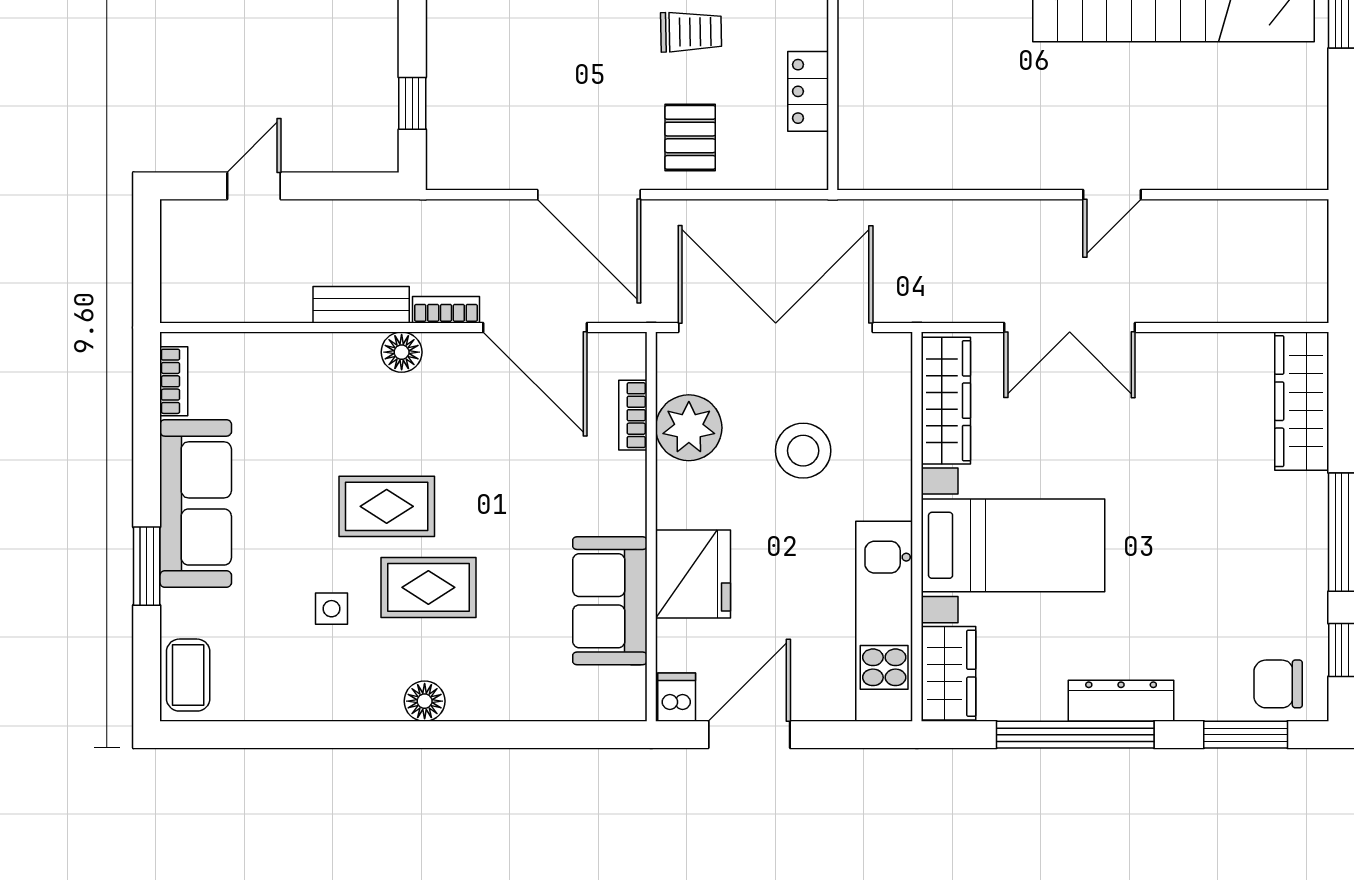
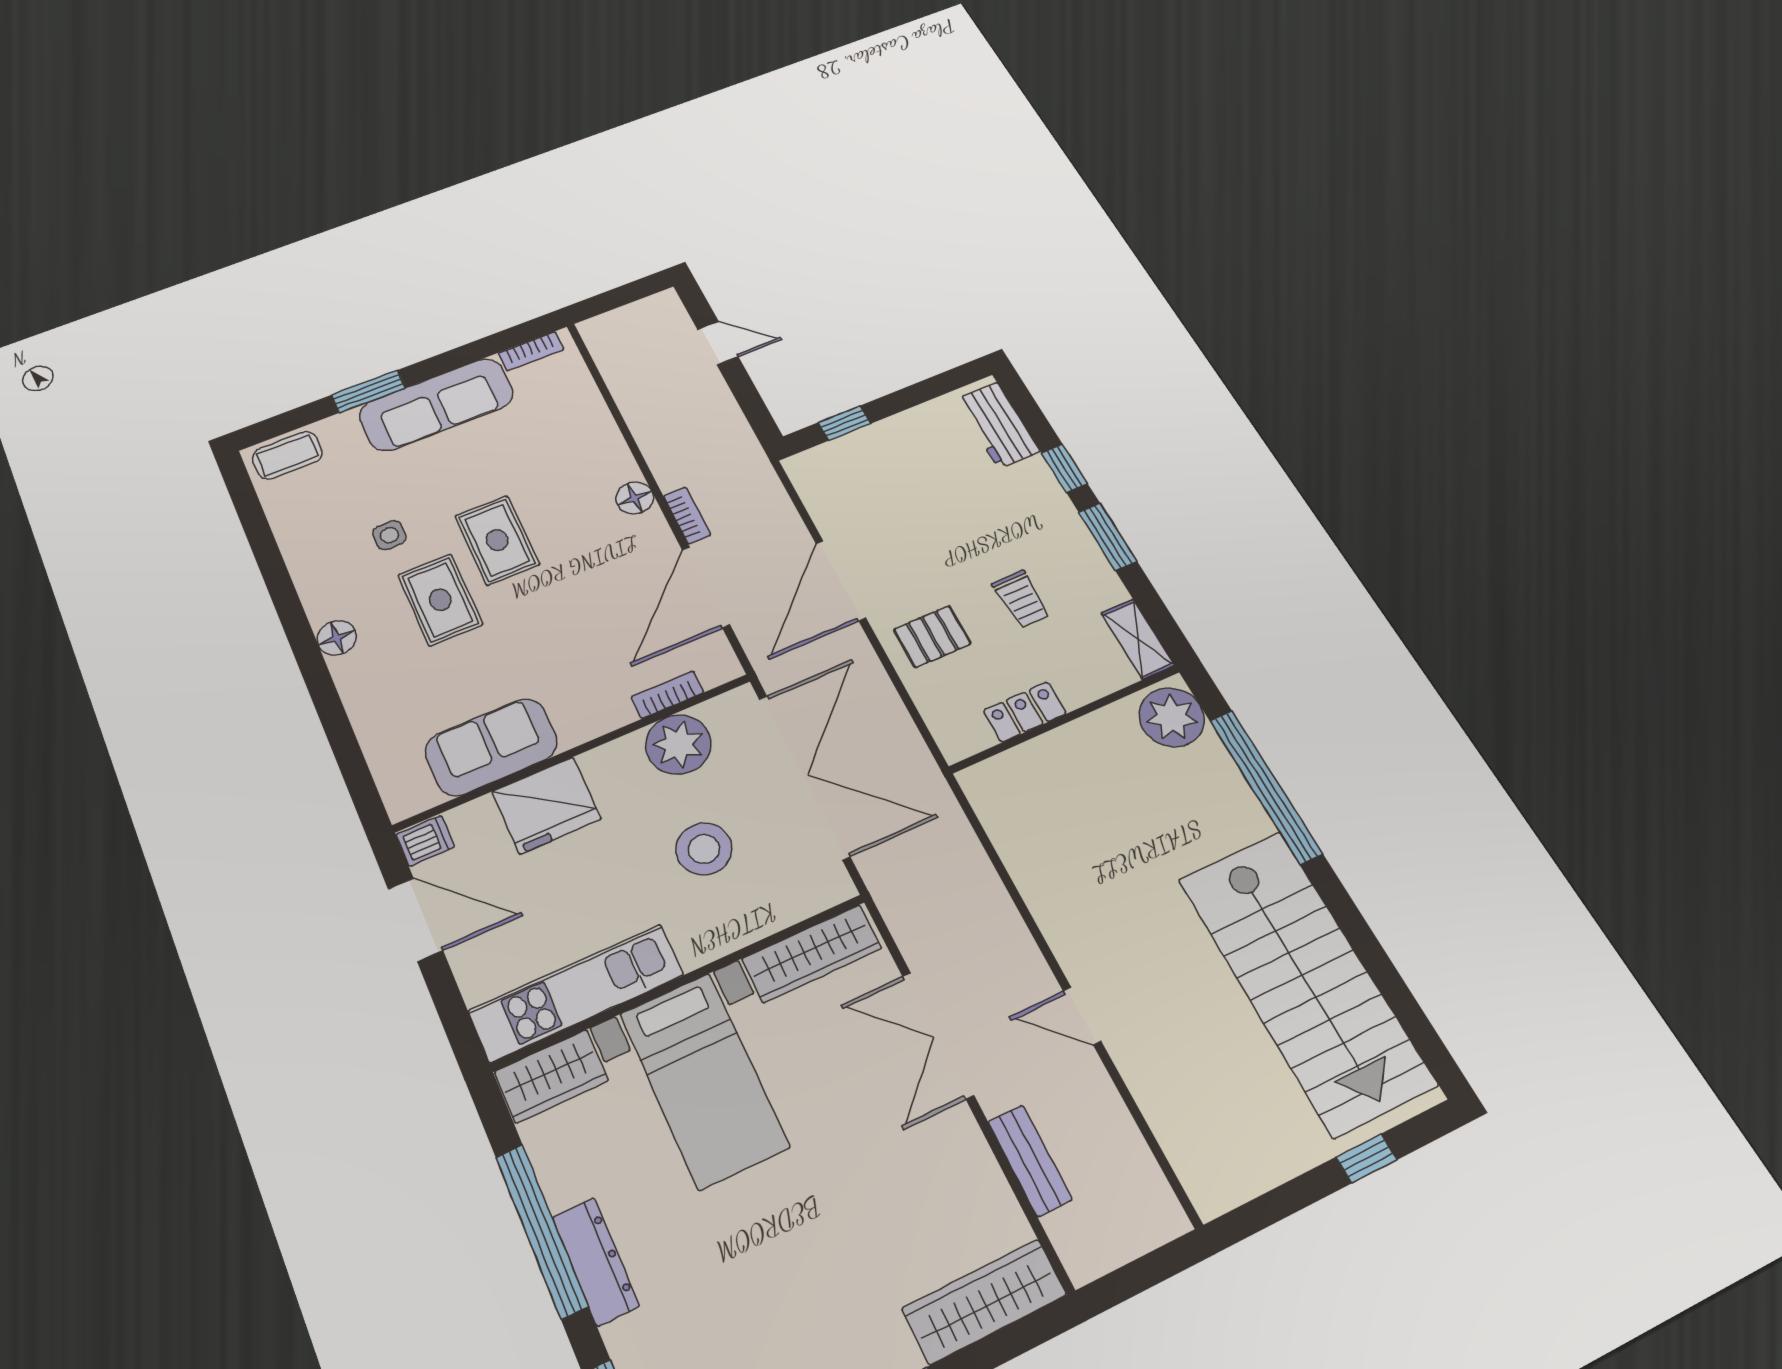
bench: (361, 305) -> (1030, 1160), moved

